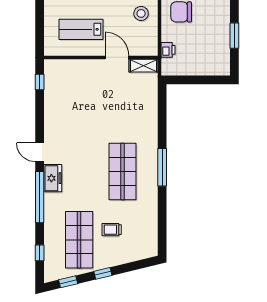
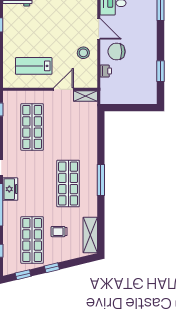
printer: (168, 50) -> (106, 71), moved
door: (117, 58) -> (64, 89), hinge flipped
shop shelf: (79, 103) -> (32, 127), added
shelving: (149, 234) -> (90, 235), added

